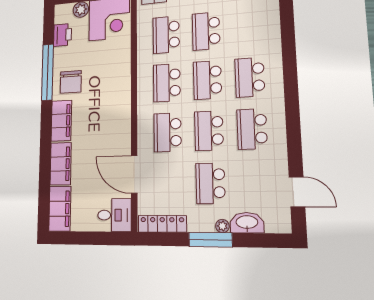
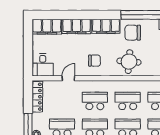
round table: (110, 85) -> (129, 62), added
chair: (108, 135) -> (95, 61), added
door: (134, 174) -> (68, 78), width x0.53

